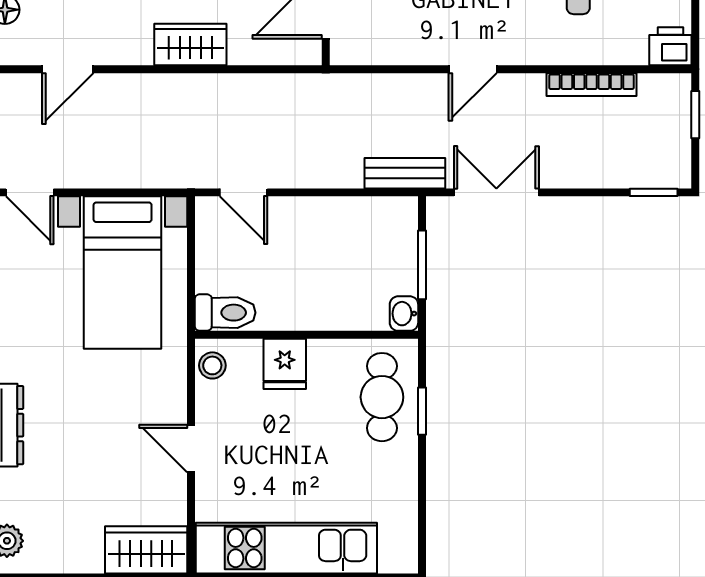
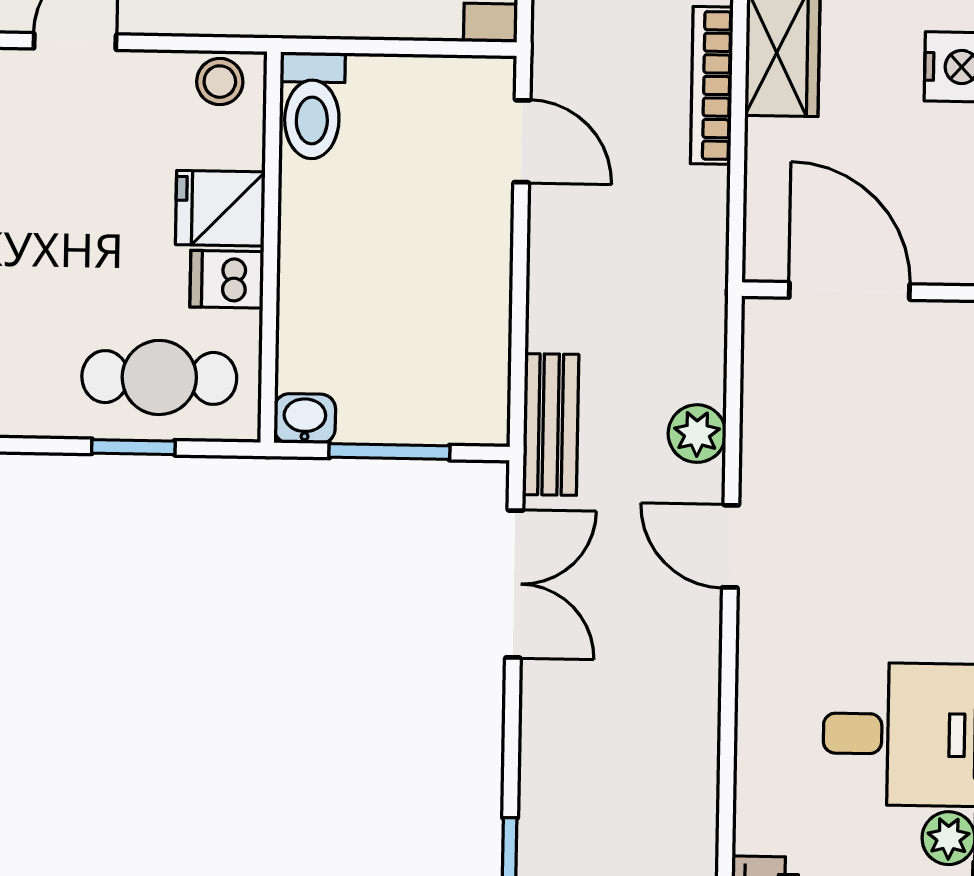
bookcase: (592, 85) -> (712, 85), moved
plant: (409, 89) -> (697, 434), added
door: (243, 192) -> (522, 141), swing flipped
dishwasher: (325, 360) -> (227, 279), added

